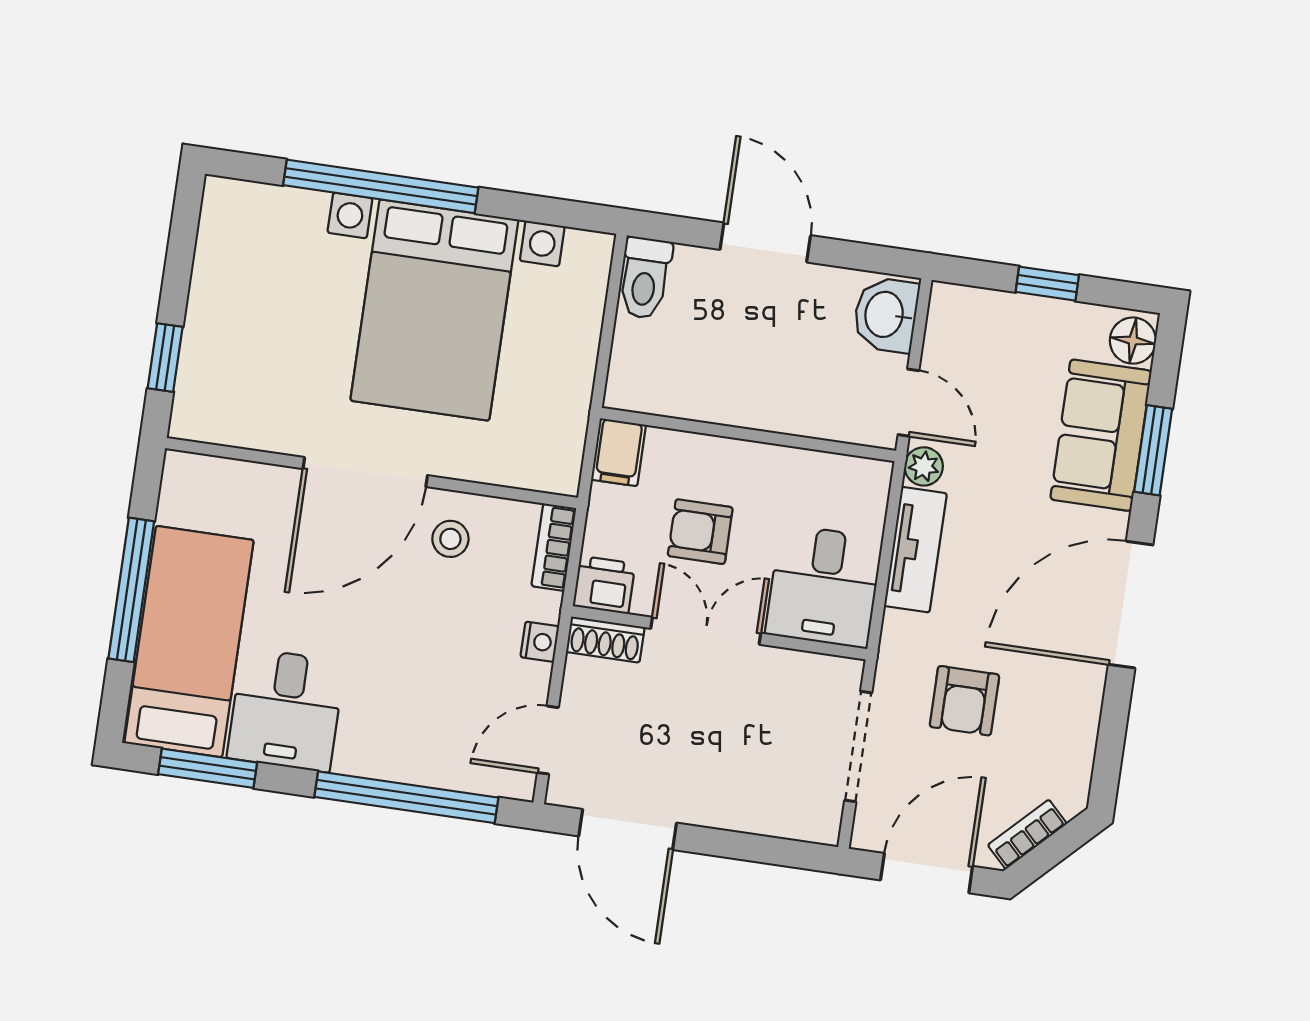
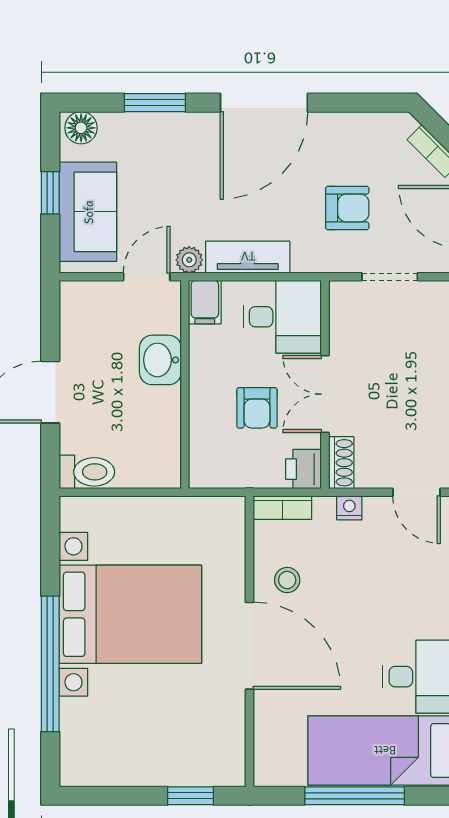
washbasin: (886, 315) -> (160, 360), moved, turned 90
sofa: (1101, 435) -> (88, 212), moved, turned -90
filing cabinet: (619, 452) -> (205, 302), moved, turned 90
door: (1131, 605) -> (264, 103), hinge flipped
doorway: (858, 747) -> (390, 277), width x0.73

